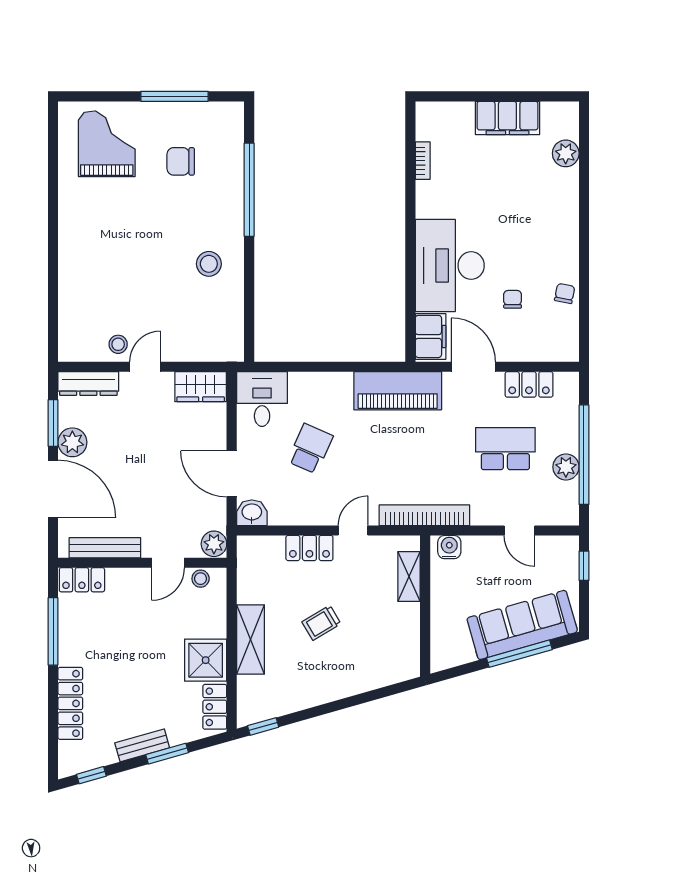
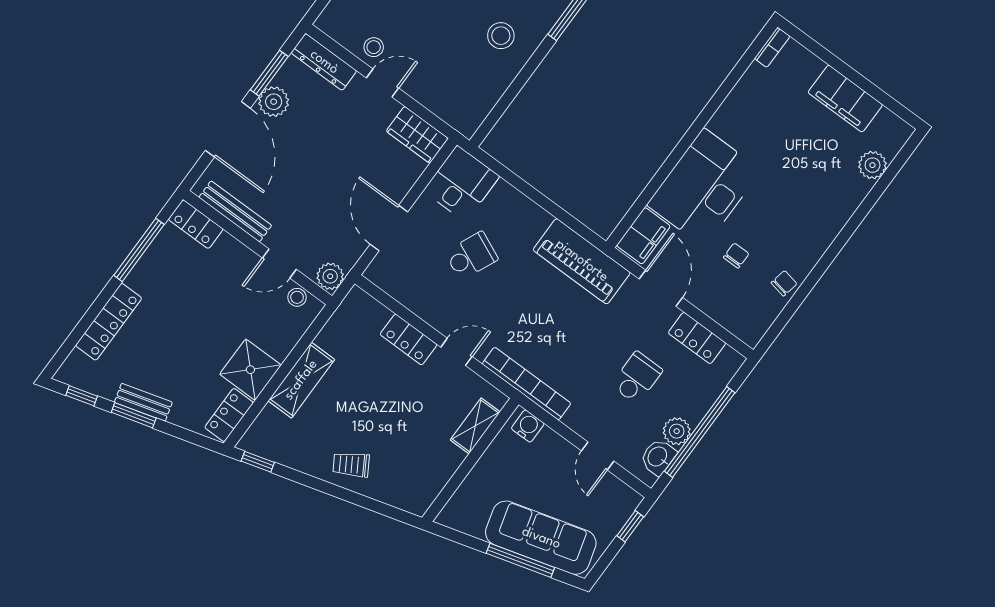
bookcase: (423, 161) -> (772, 47), moved
school desk: (505, 449) -> (637, 378), width x0.54
washbasin: (252, 513) -> (658, 457), moved, turned -90
trolley: (321, 623) -> (351, 465), moved
window: (167, 754) -> (134, 415), moved

